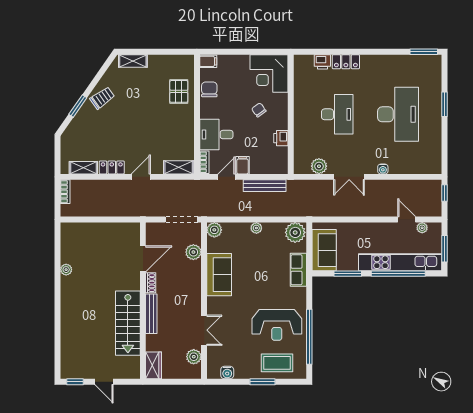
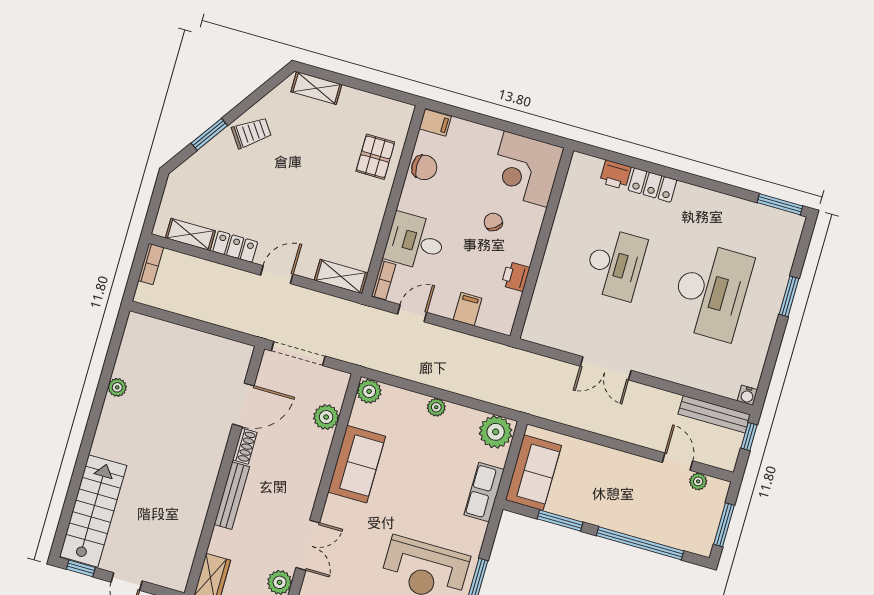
chair: (209, 89) -> (424, 167), turned 90
filing cabinet: (243, 165) -> (468, 309), moved
plant: (319, 166) -> (563, 338), removed
water cooler: (383, 169) -> (747, 395), moved
bench: (265, 186) -> (714, 414), moved
doorway: (182, 220) -> (298, 354), moved
kitchen unit: (400, 262) -> (648, 526), removed
stairs: (128, 323) -> (93, 511), moved, turned 180

